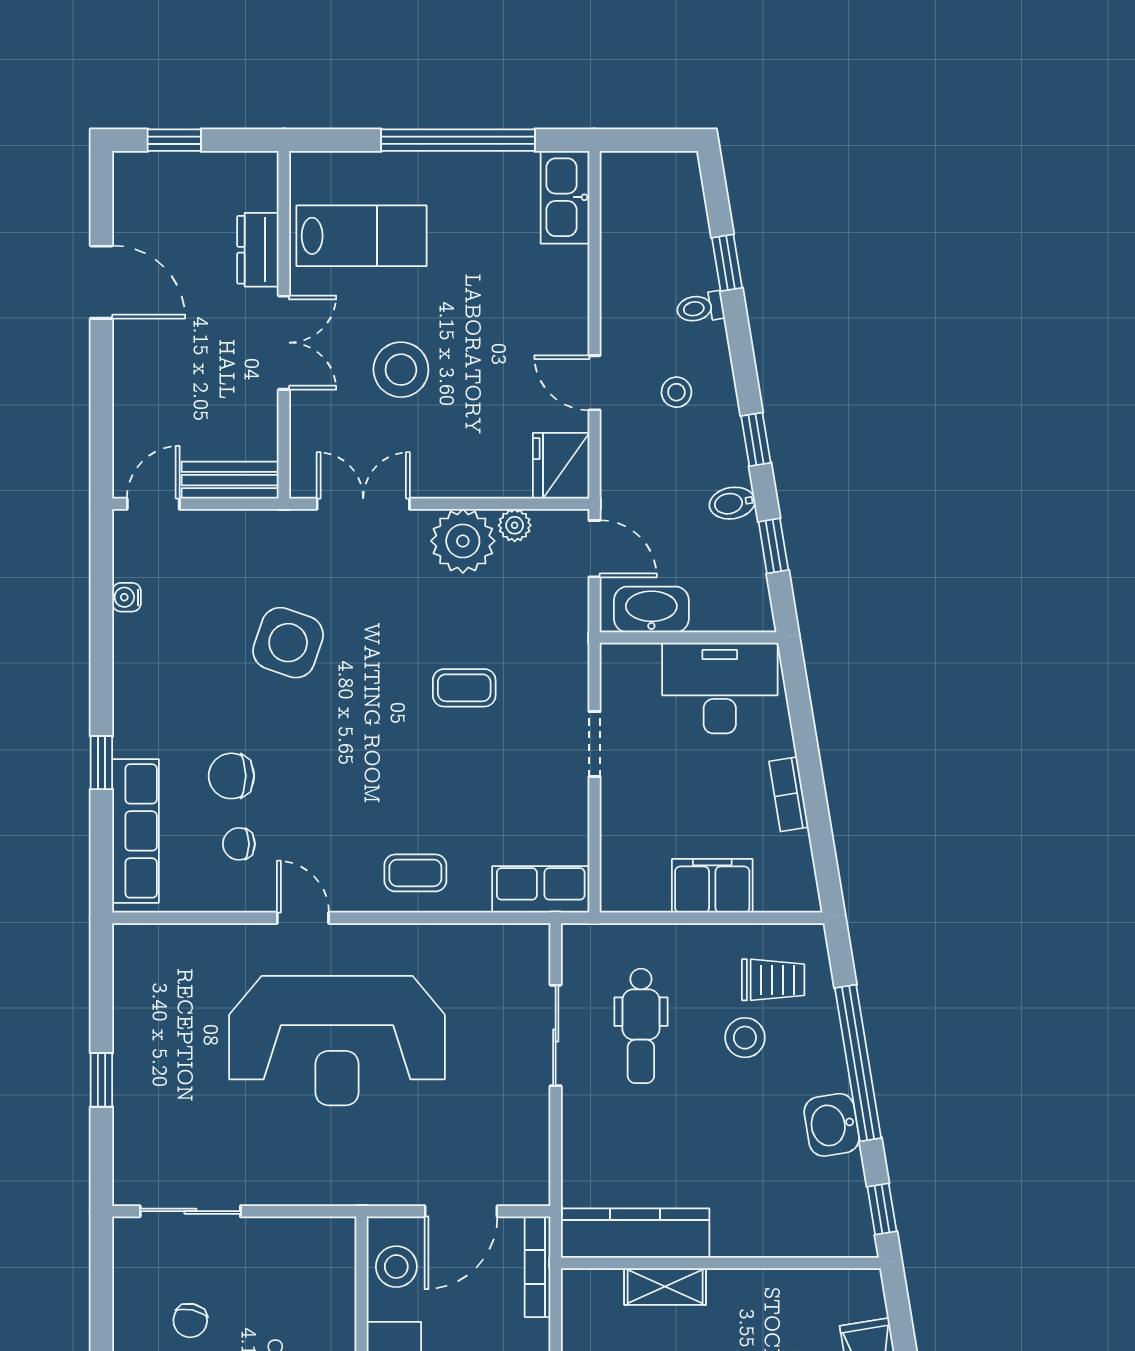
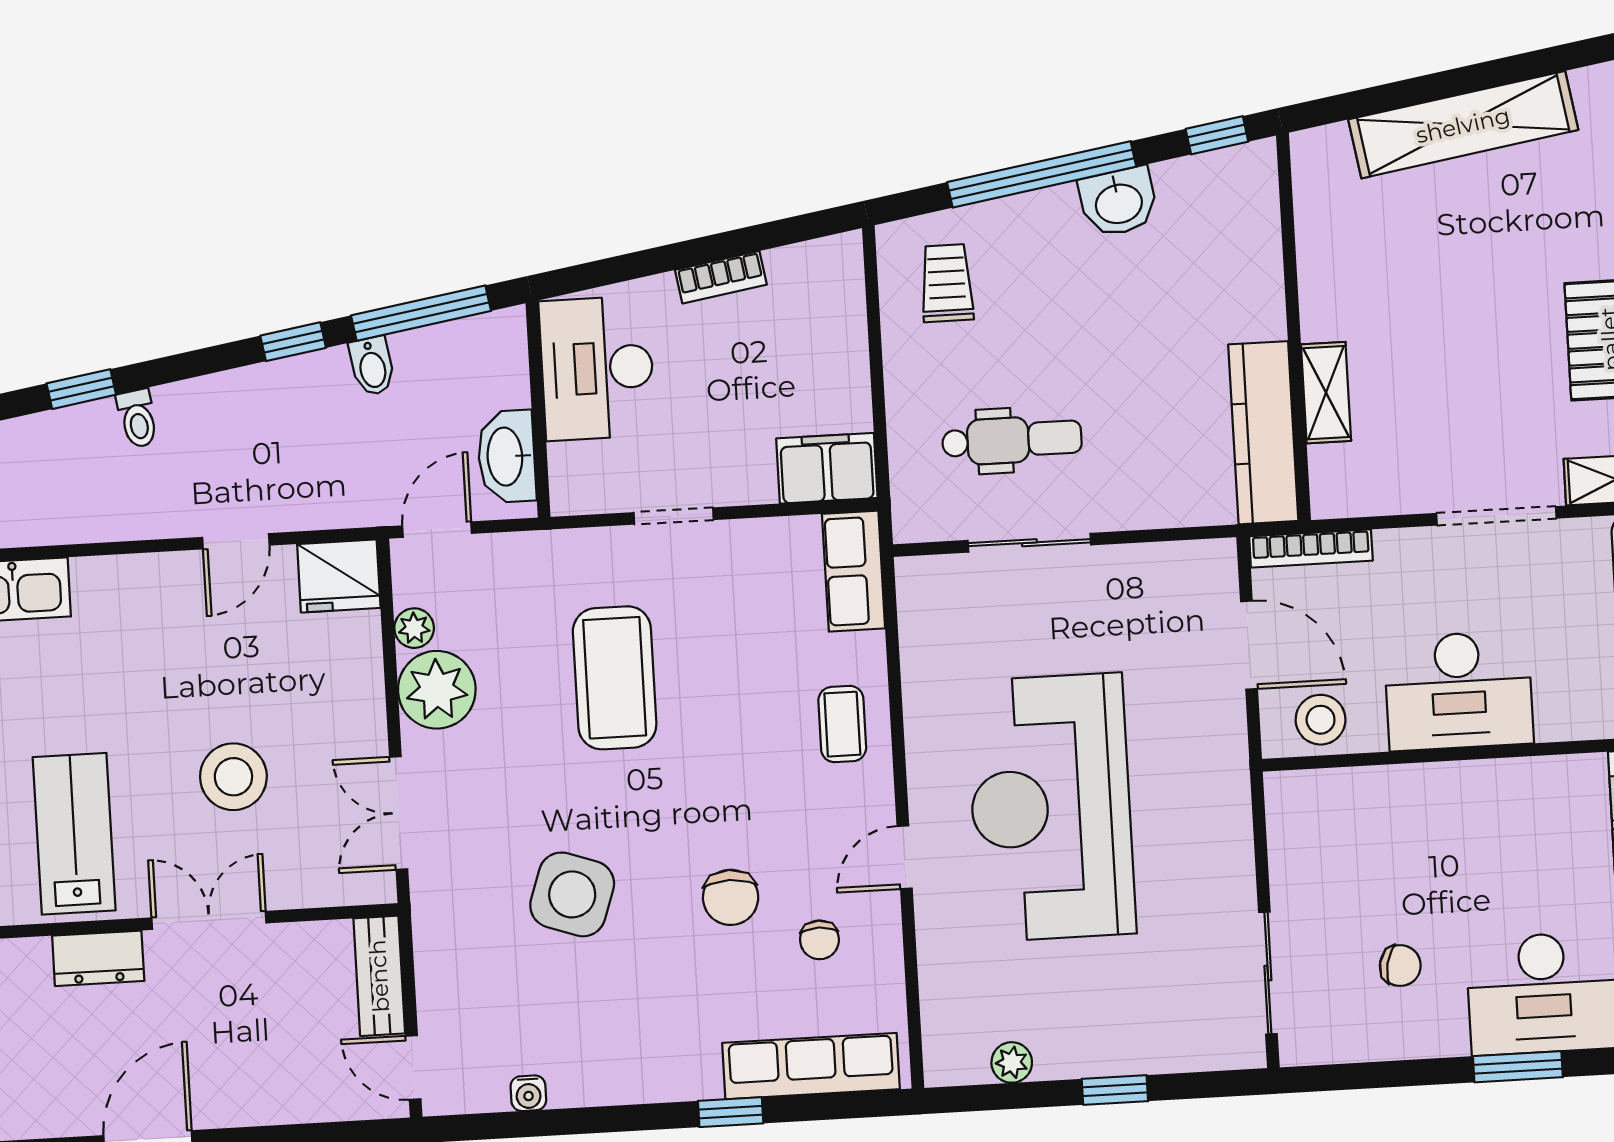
stool: (676, 392) -> (242, 441), removed
window: (773, 546) -> (421, 313), width x2.17
coffee table: (464, 688) -> (615, 678), width x1.86, depth x1.72
chair: (231, 776) -> (731, 897), moved
filing cabinet: (712, 886) -> (827, 468), moved, turned 90
plant: (129, 996) -> (1012, 1062), added
stool: (745, 1038) -> (1019, 313), removed
reception desk: (337, 1041) -> (1051, 807), turned 180

